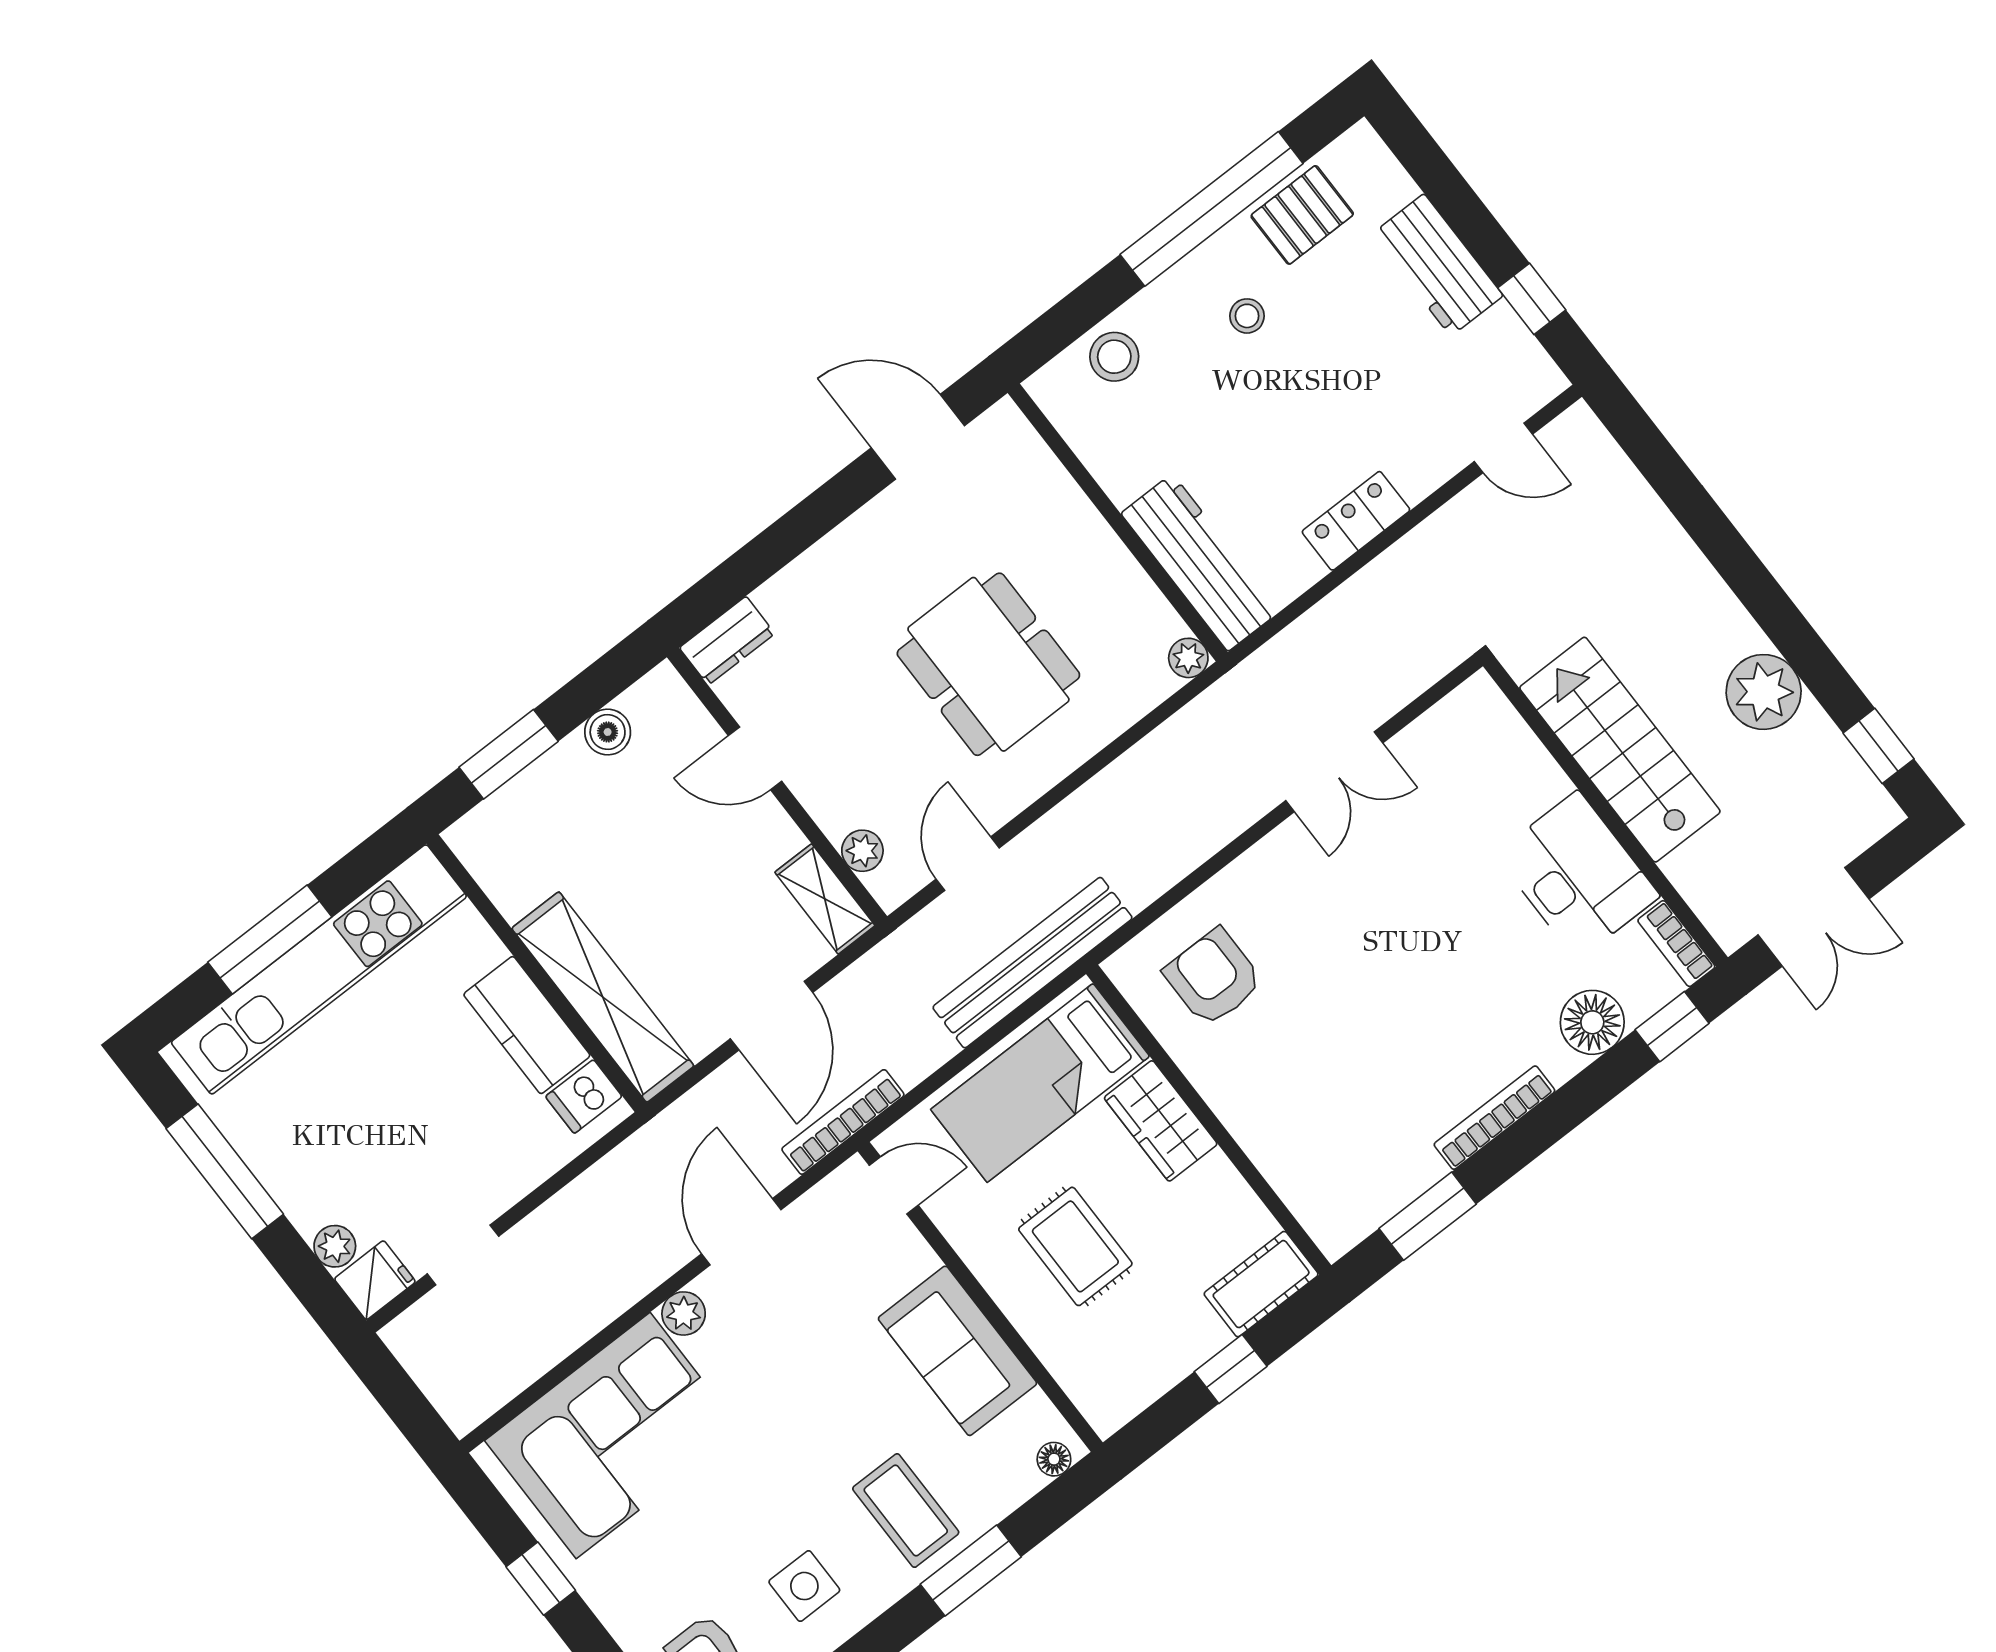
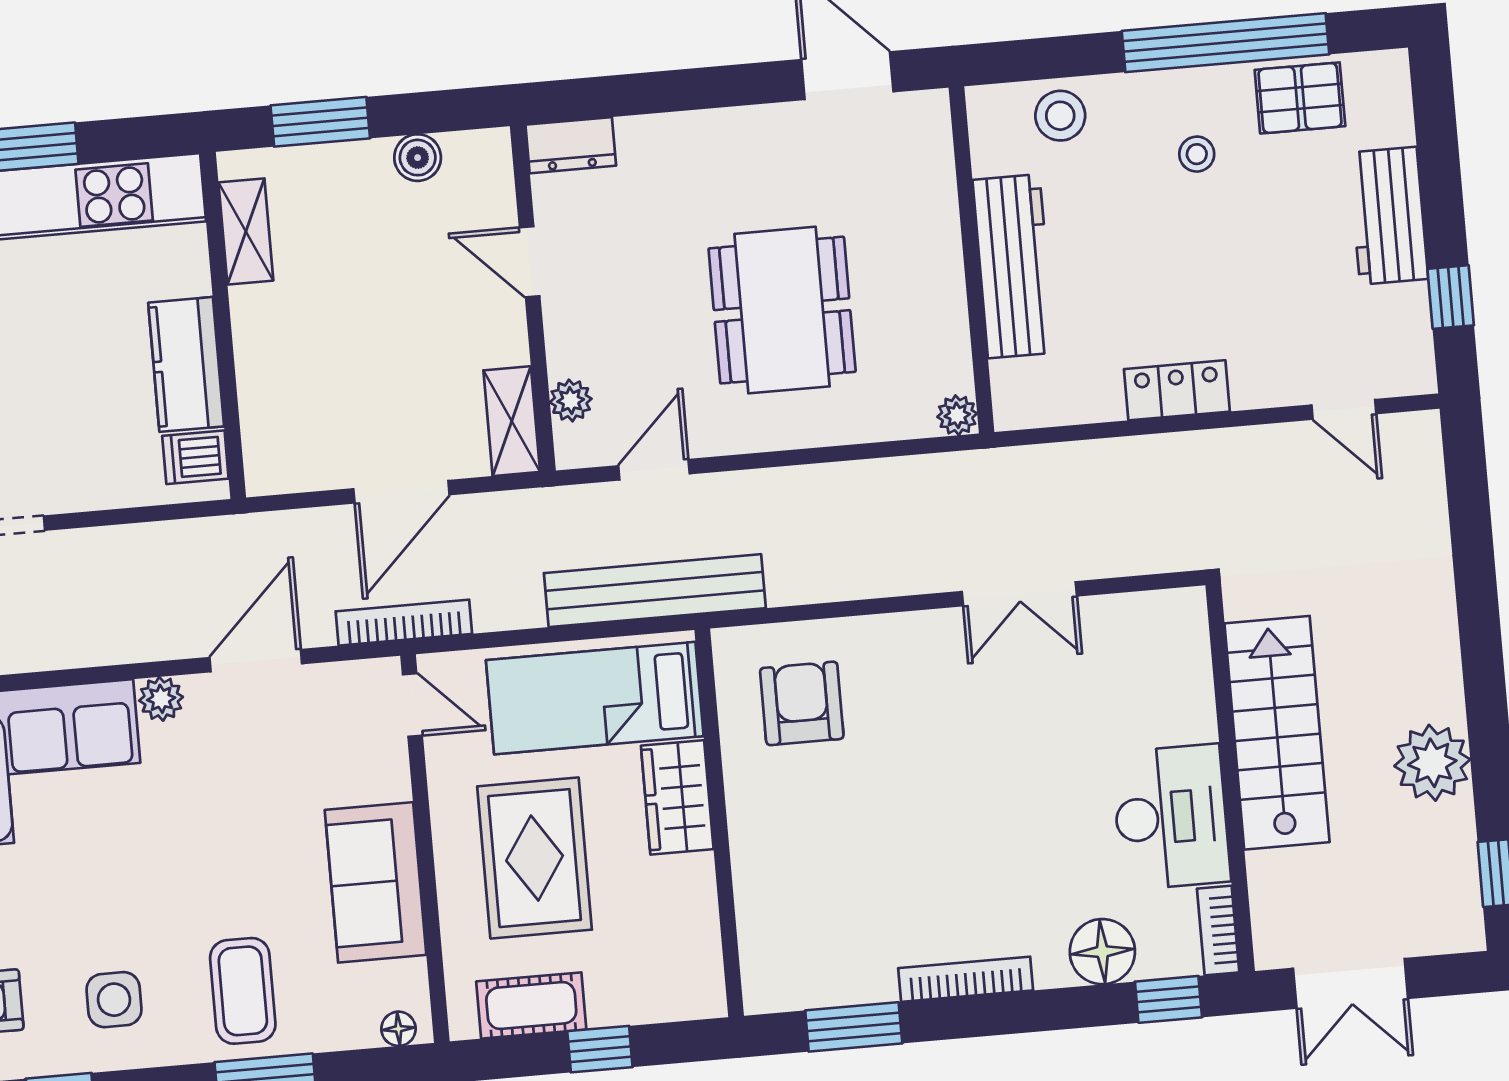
workbench: (1200, 562) -> (1014, 266), moved
shelving: (603, 997) -> (246, 231), moved, width x0.45, depth x0.75
rug: (1075, 1246) -> (535, 858), width x1.36, depth x1.43
cot: (1261, 1284) -> (531, 1005), moved

